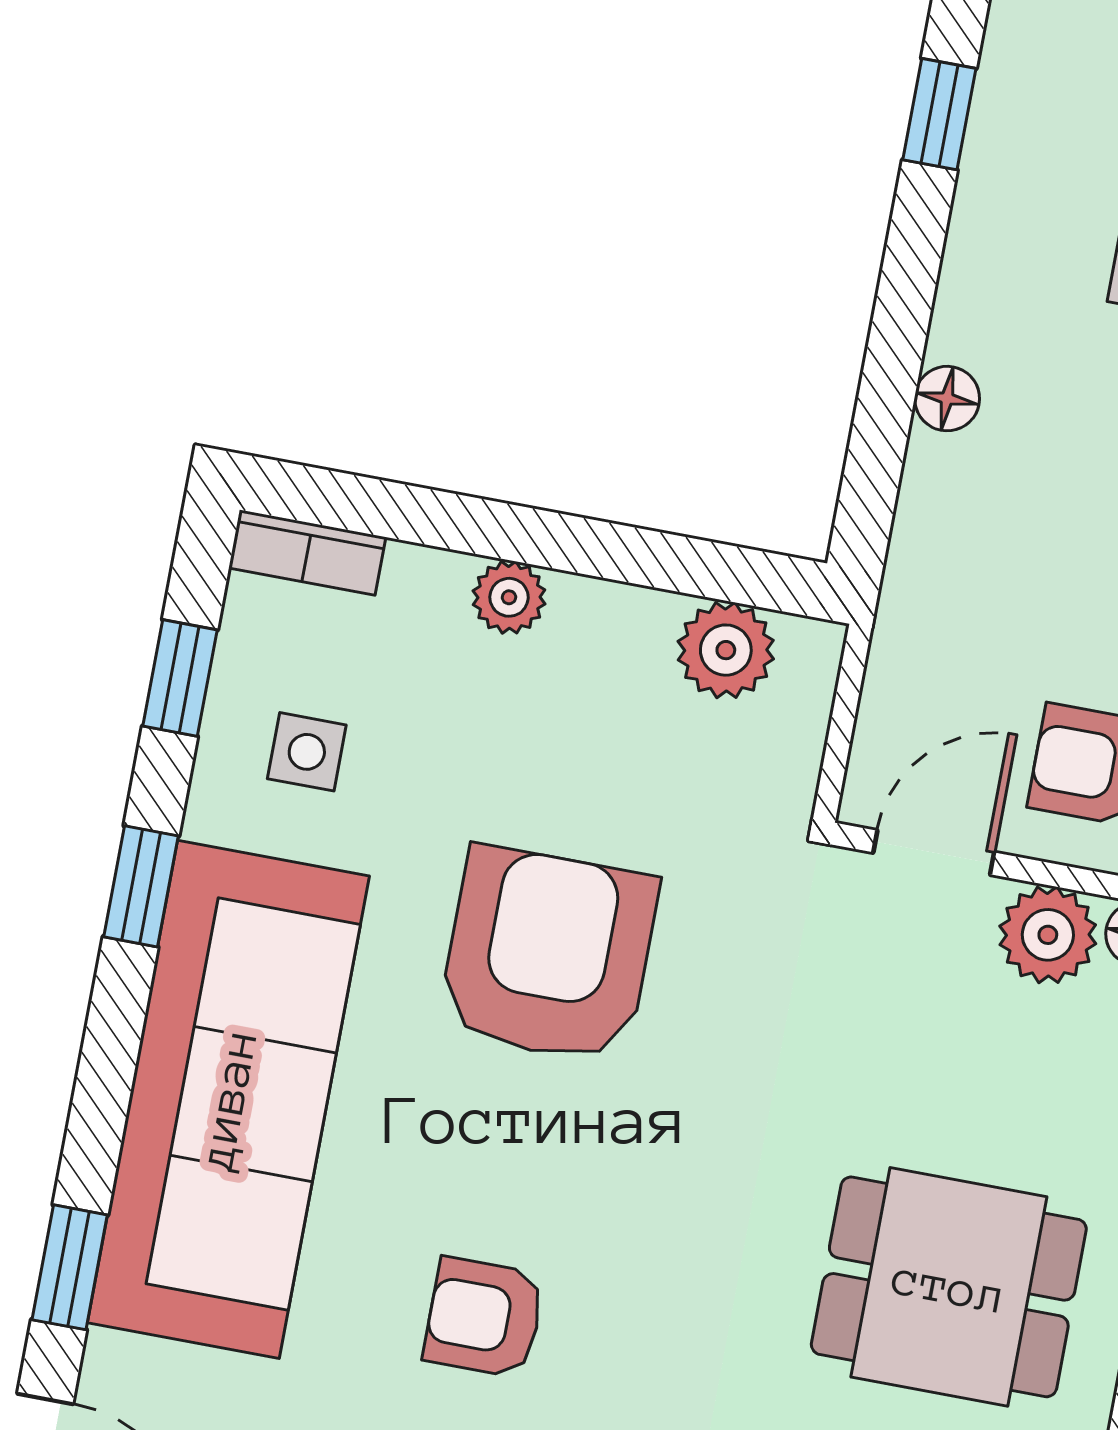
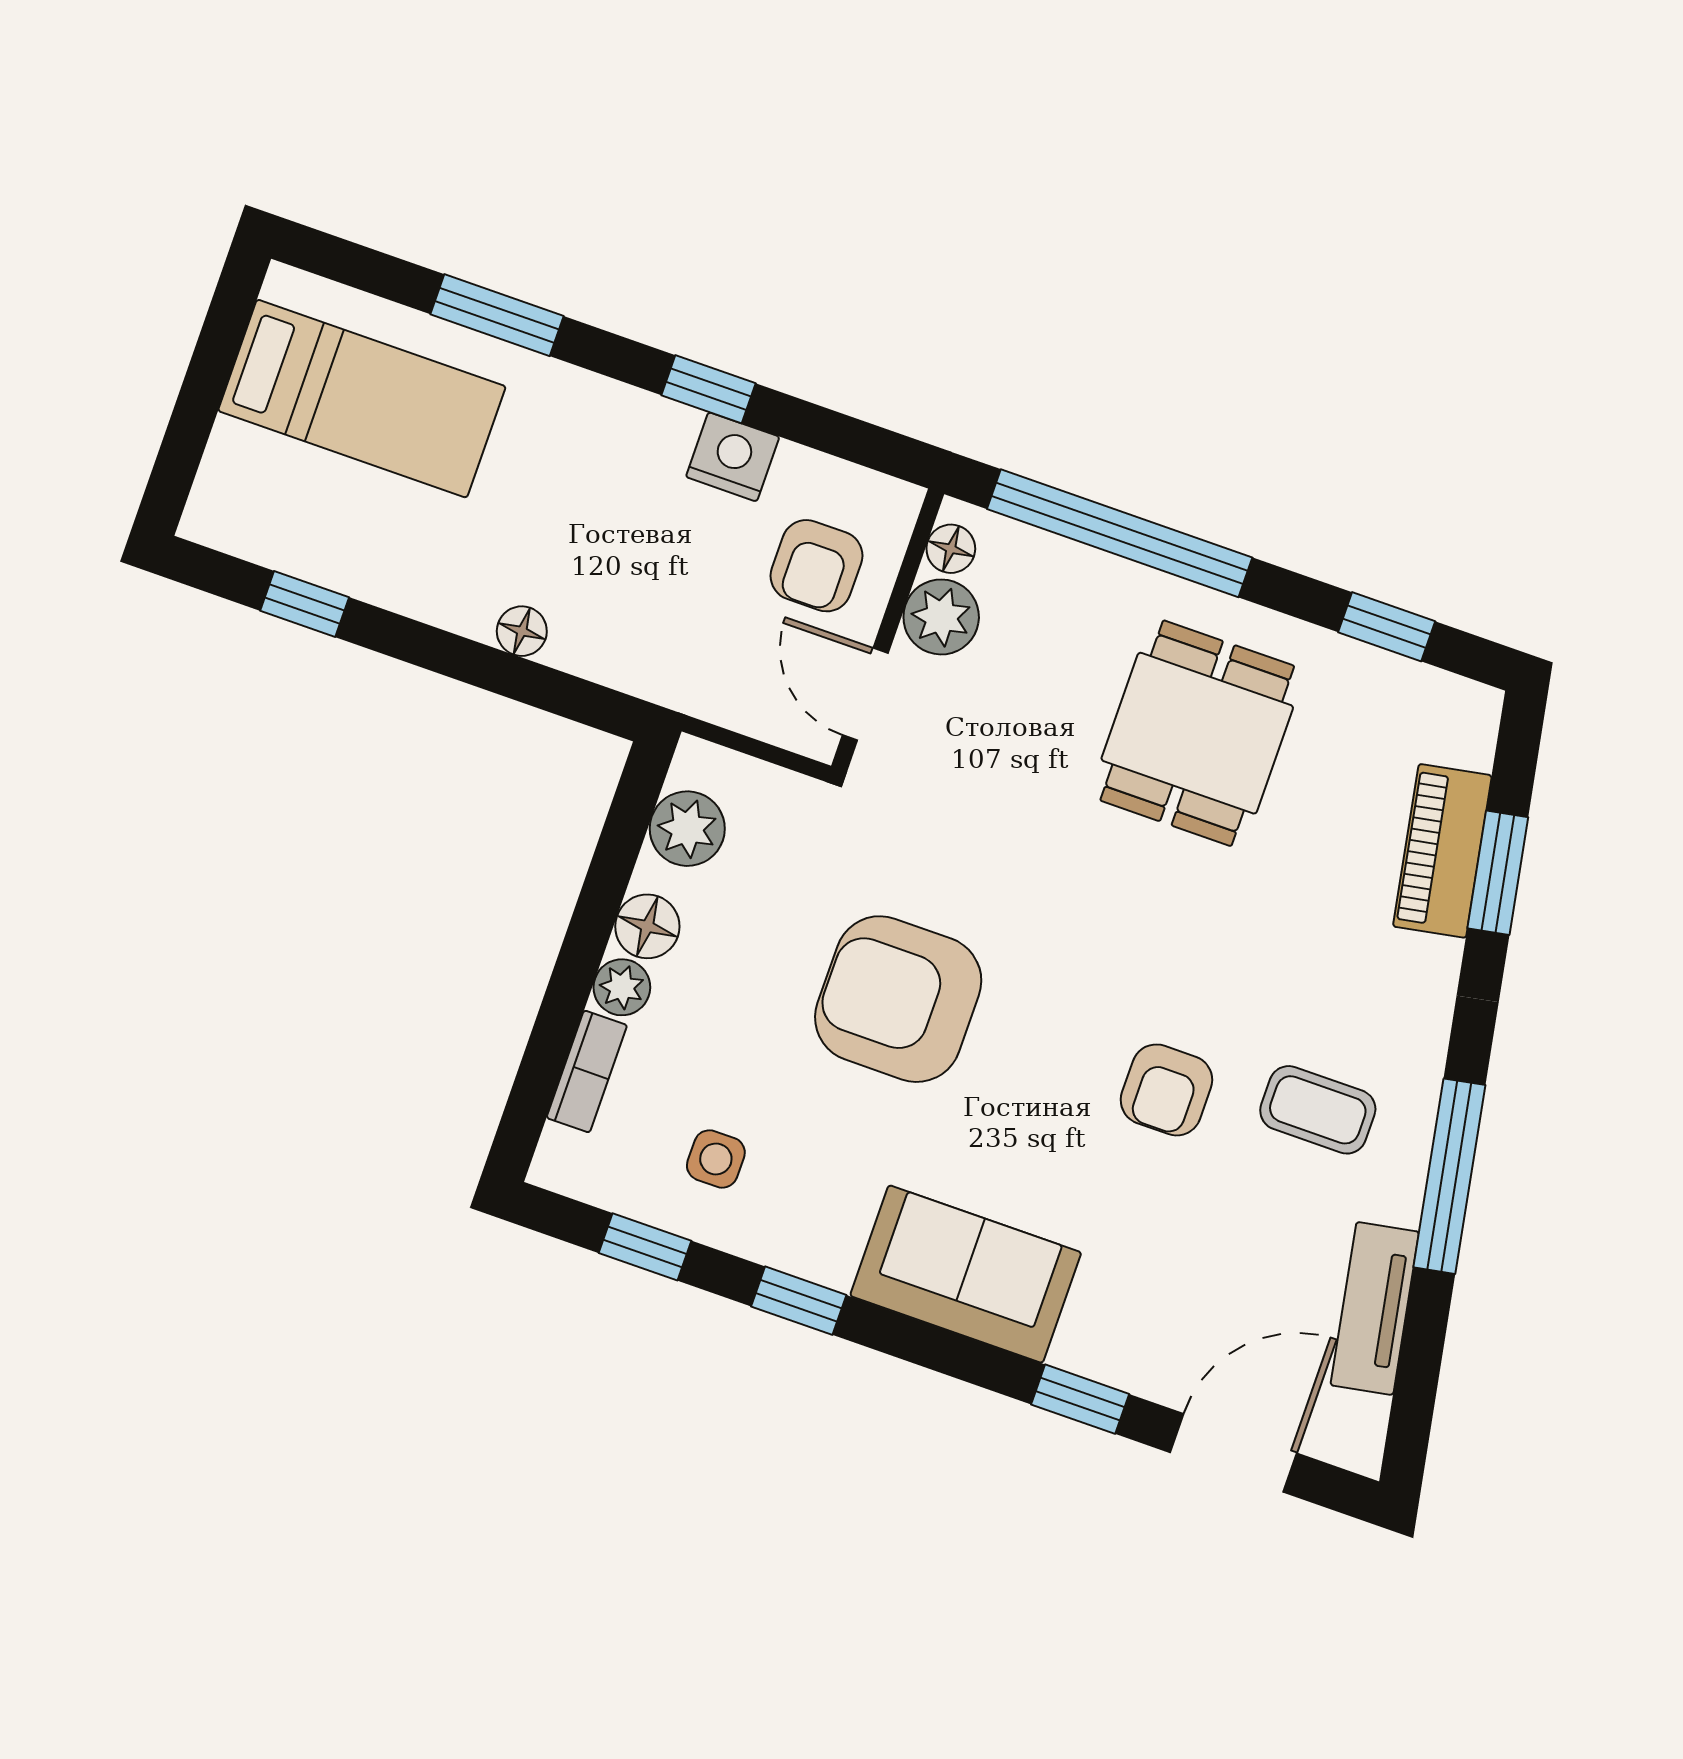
bookcase: (307, 553) -> (587, 1071), moved
floor lamp: (592, 618) -> (647, 926), added
sofa: (228, 1099) -> (966, 1274), width x0.54, depth x0.79

